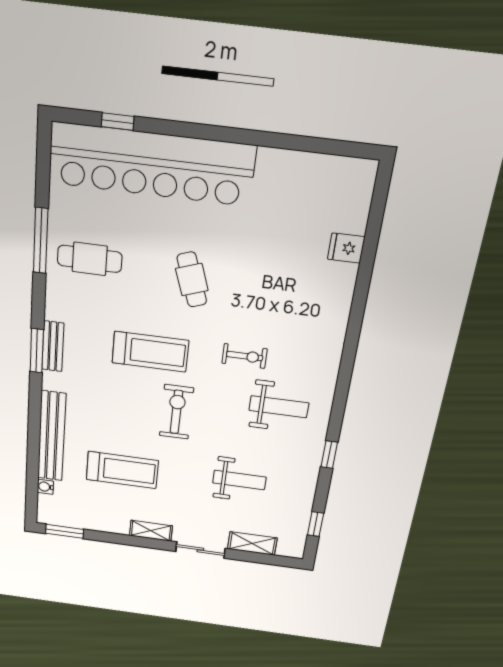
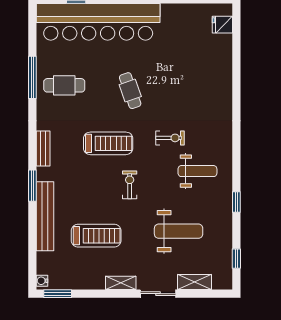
fridge: (346, 248) -> (222, 25), moved
window: (37, 351) -> (32, 186), moved
exercise bike: (176, 412) -> (130, 185), width x0.73, depth x0.72
weight bench: (239, 480) -> (179, 231), width x1.36, depth x1.33
water cooler: (45, 487) -> (42, 281), moved

